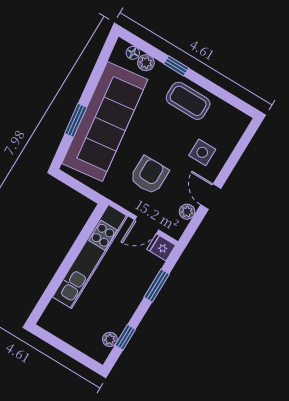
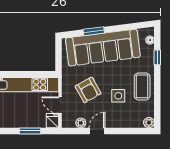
plant: (146, 63) -> (149, 123), moved
window: (176, 66) -> (157, 57), moved
side table: (202, 152) -> (118, 96), moved
armchair: (149, 175) -> (88, 90), turned 61

